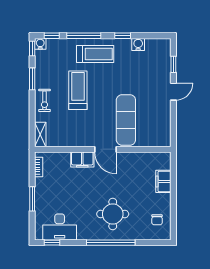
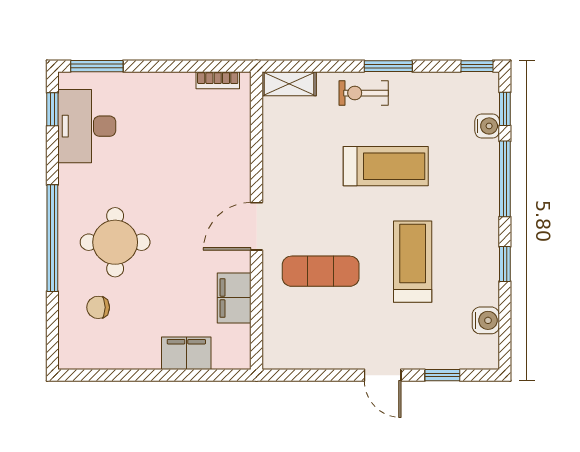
water cooler: (40, 44) -> (487, 126), moved
water cooler: (138, 44) -> (486, 320), moved
treadmill: (95, 54) -> (413, 262), moved, turned 180
window: (32, 79) -> (388, 66), moved
exercise mat: (126, 120) -> (321, 271), width x0.73, depth x0.69
filing cabinet: (82, 160) -> (234, 298), moved
window: (32, 199) -> (97, 66), moved
chair: (157, 220) -> (98, 307), moved

